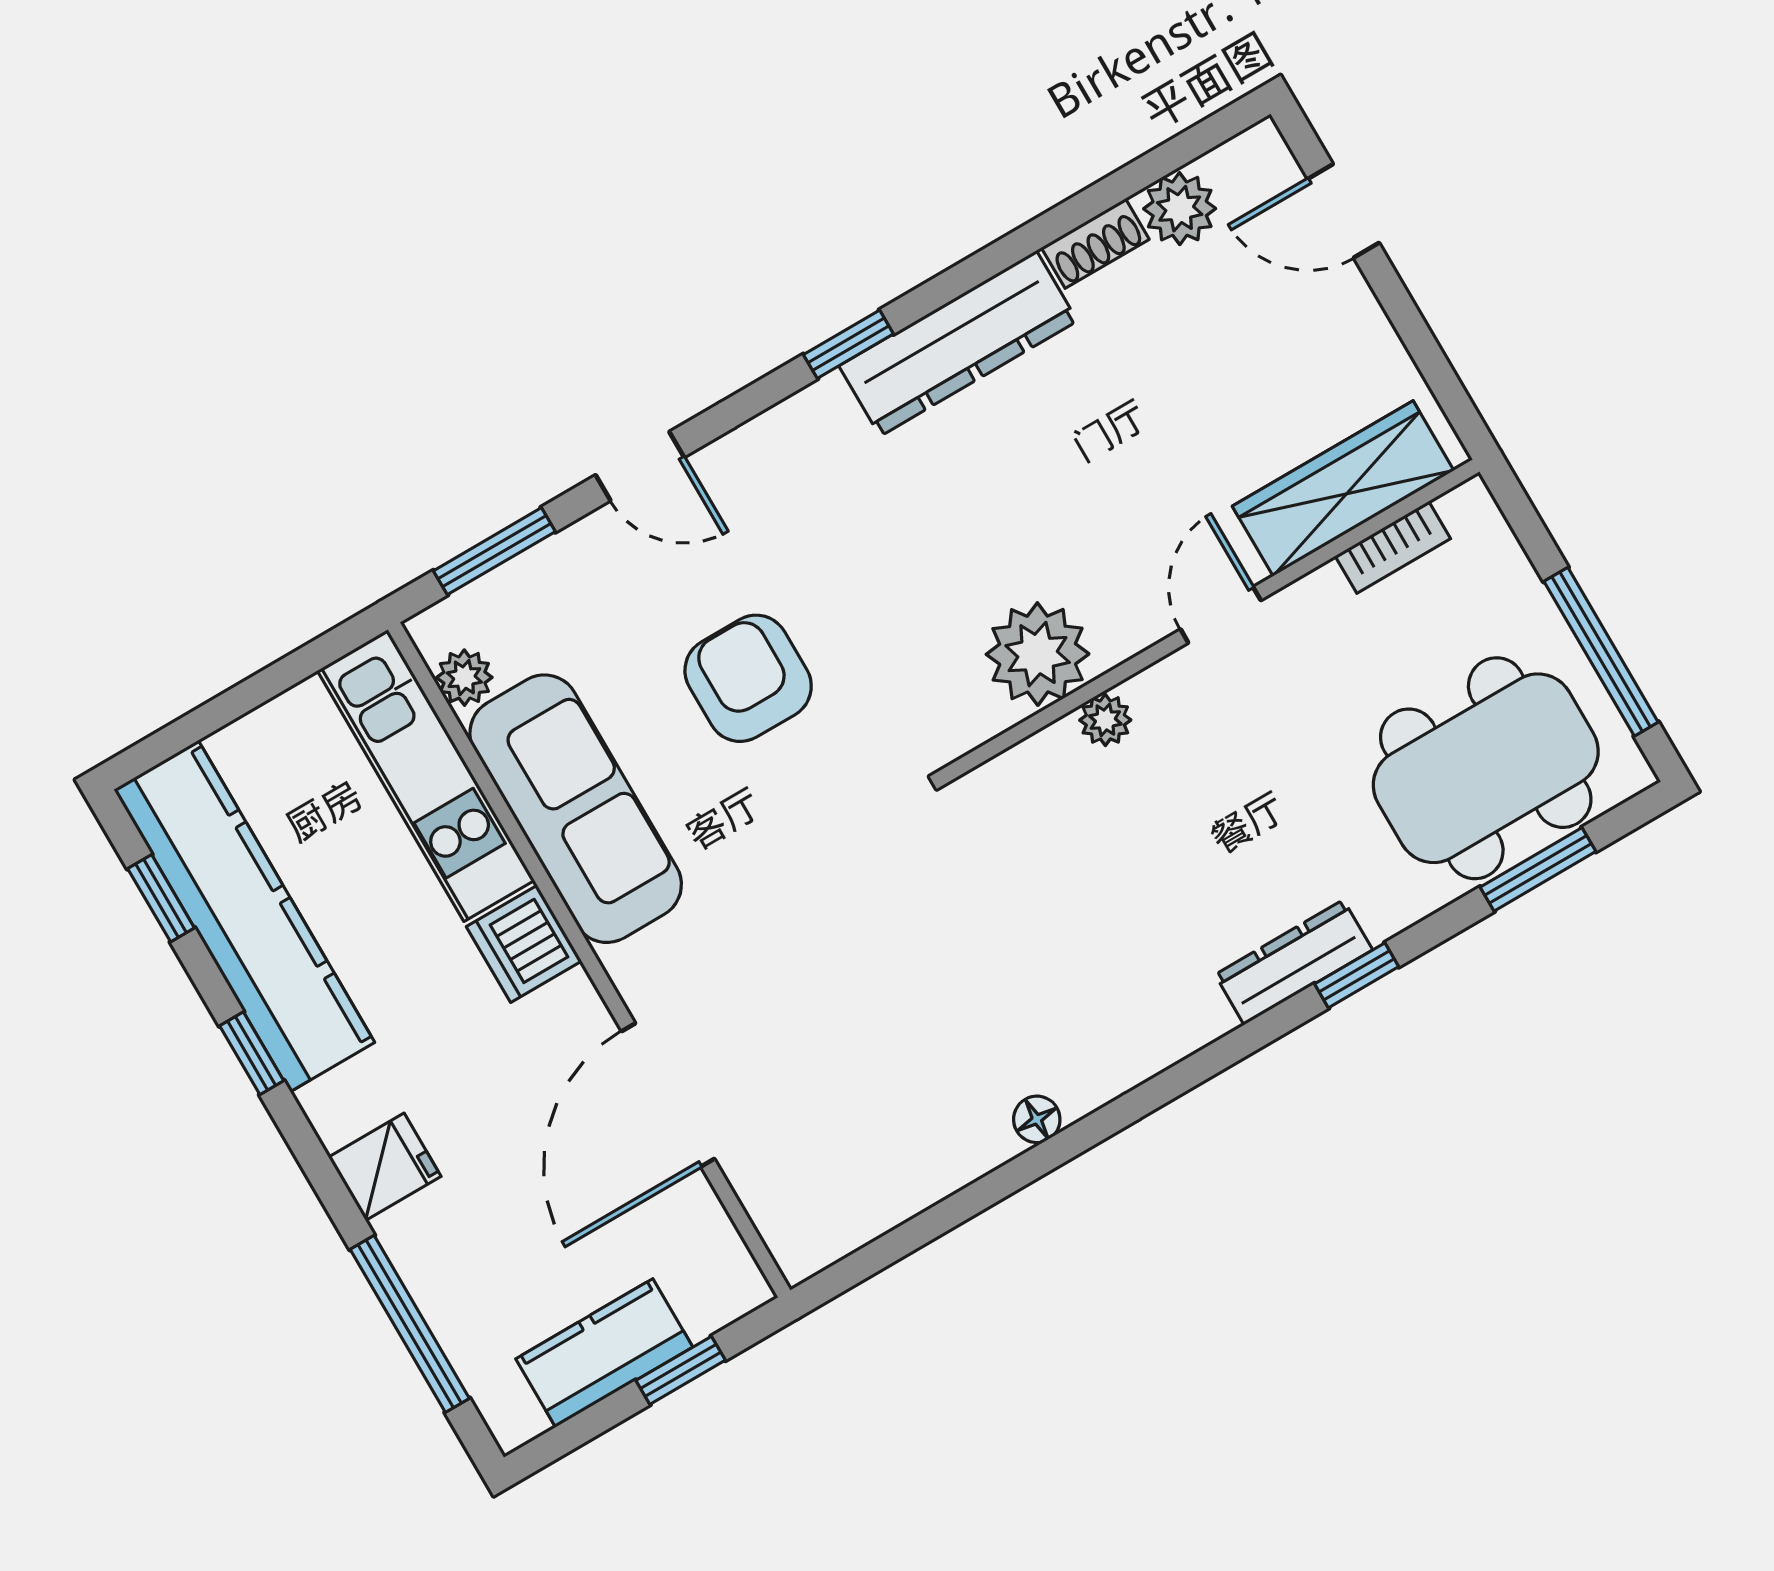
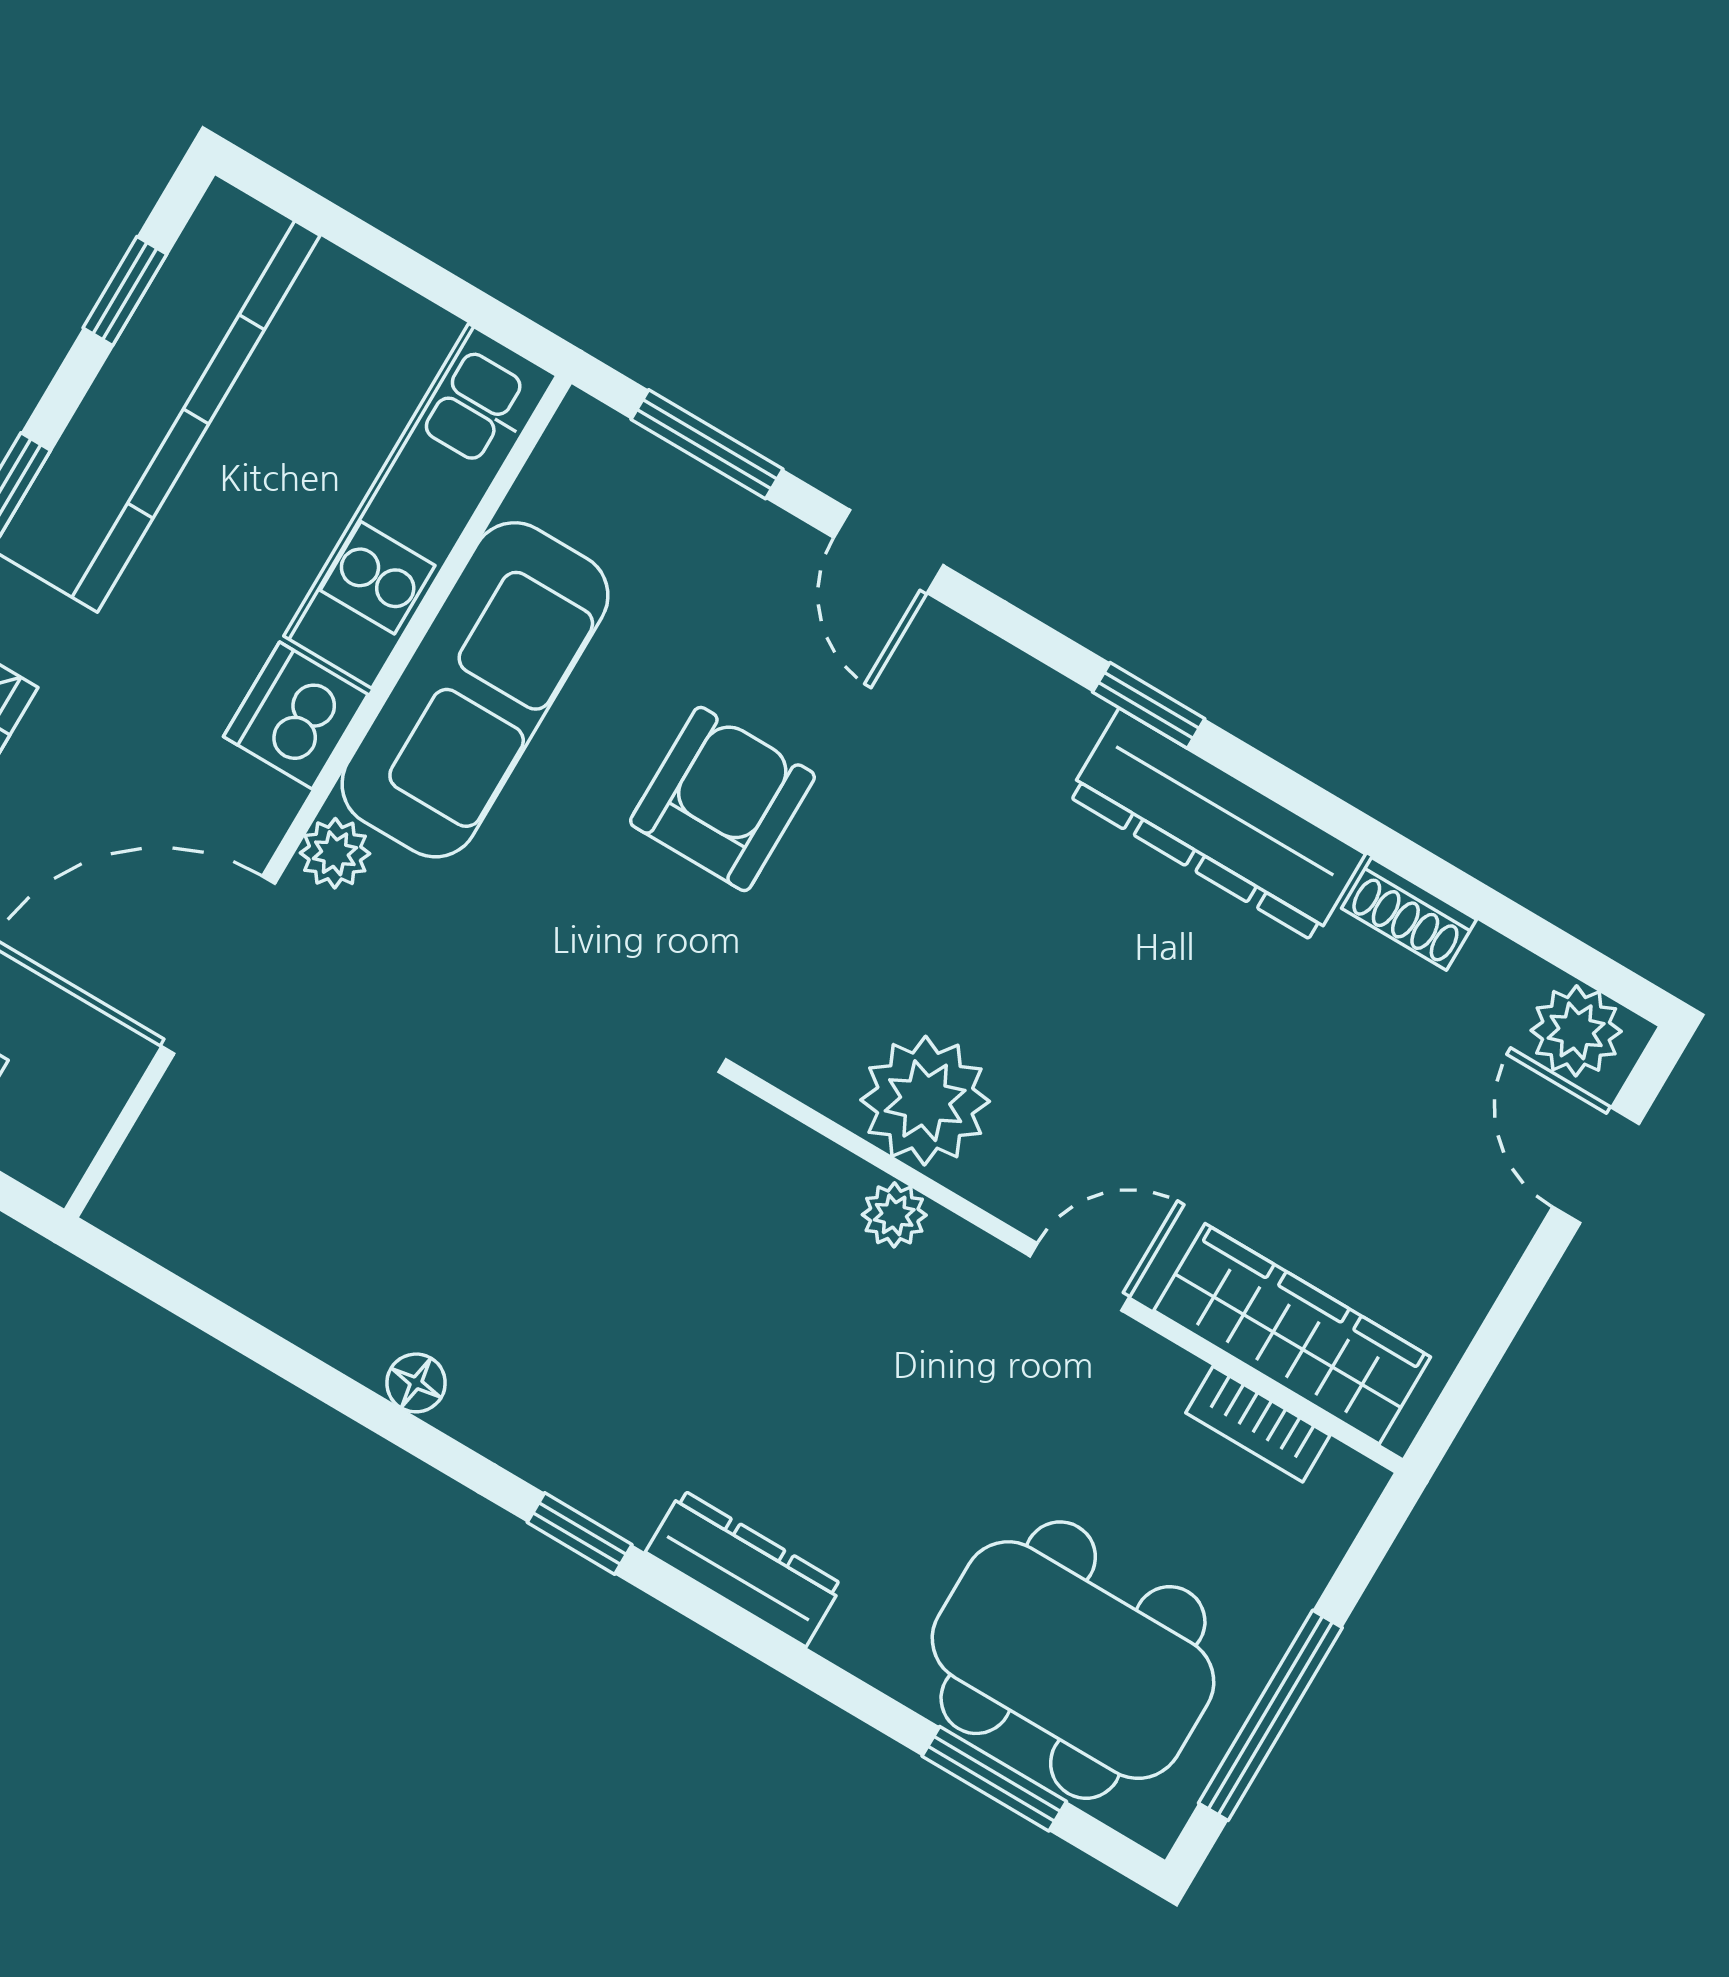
plant: (1180, 209) -> (1576, 1031), moved
plant: (464, 678) -> (335, 853), moved
window: (1357, 975) -> (580, 1534), moved

